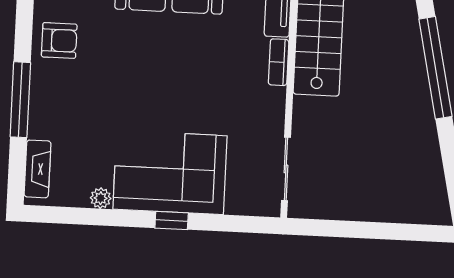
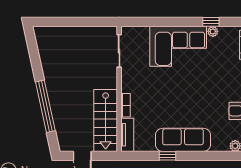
window: (172, 221) -> (211, 22), moved

